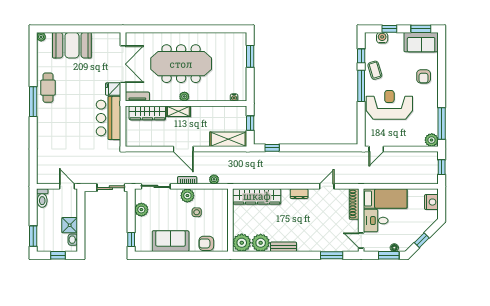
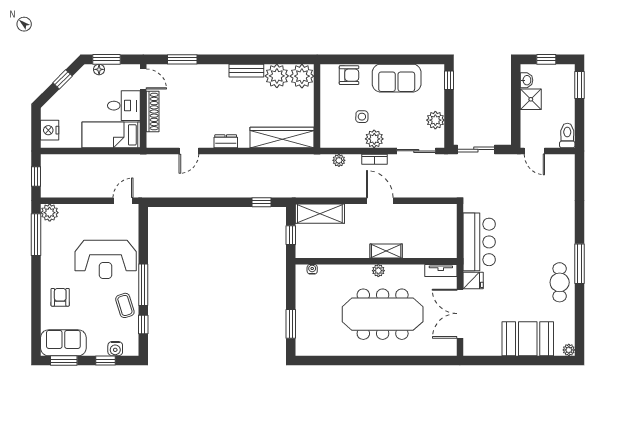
wardrobe: (147, 113) -> (427, 249), removed
shoe rack: (354, 204) -> (153, 112), moved

